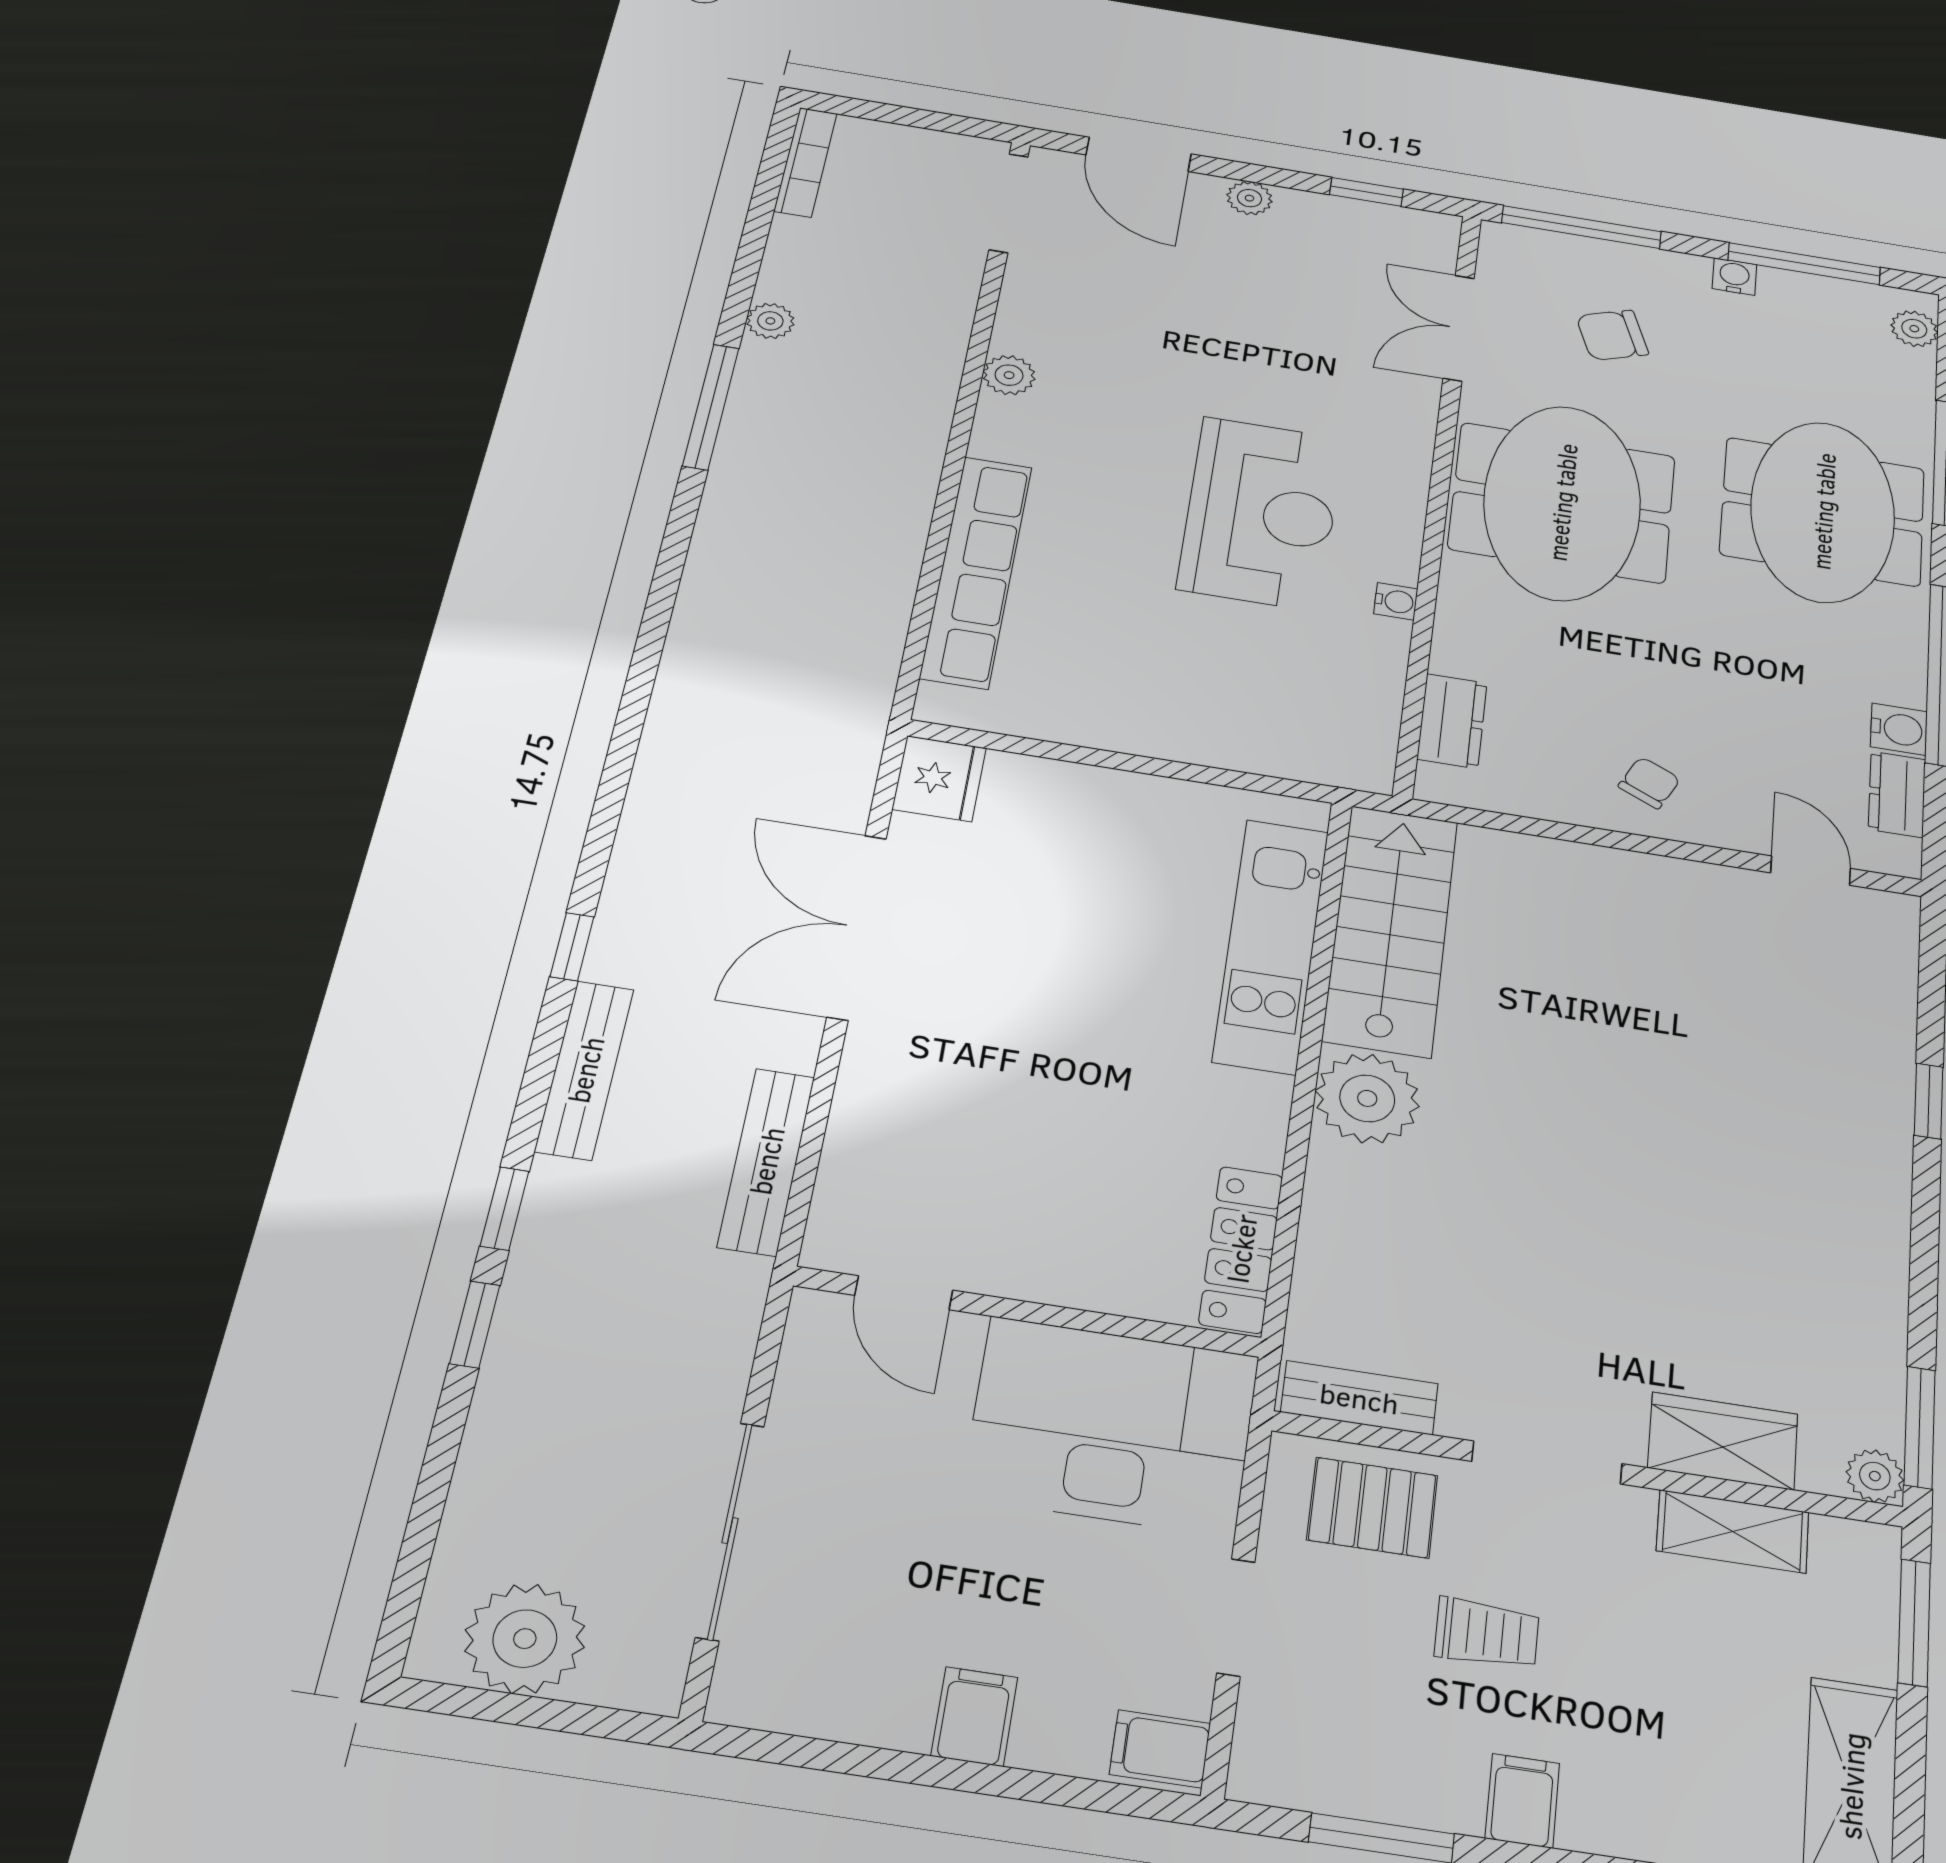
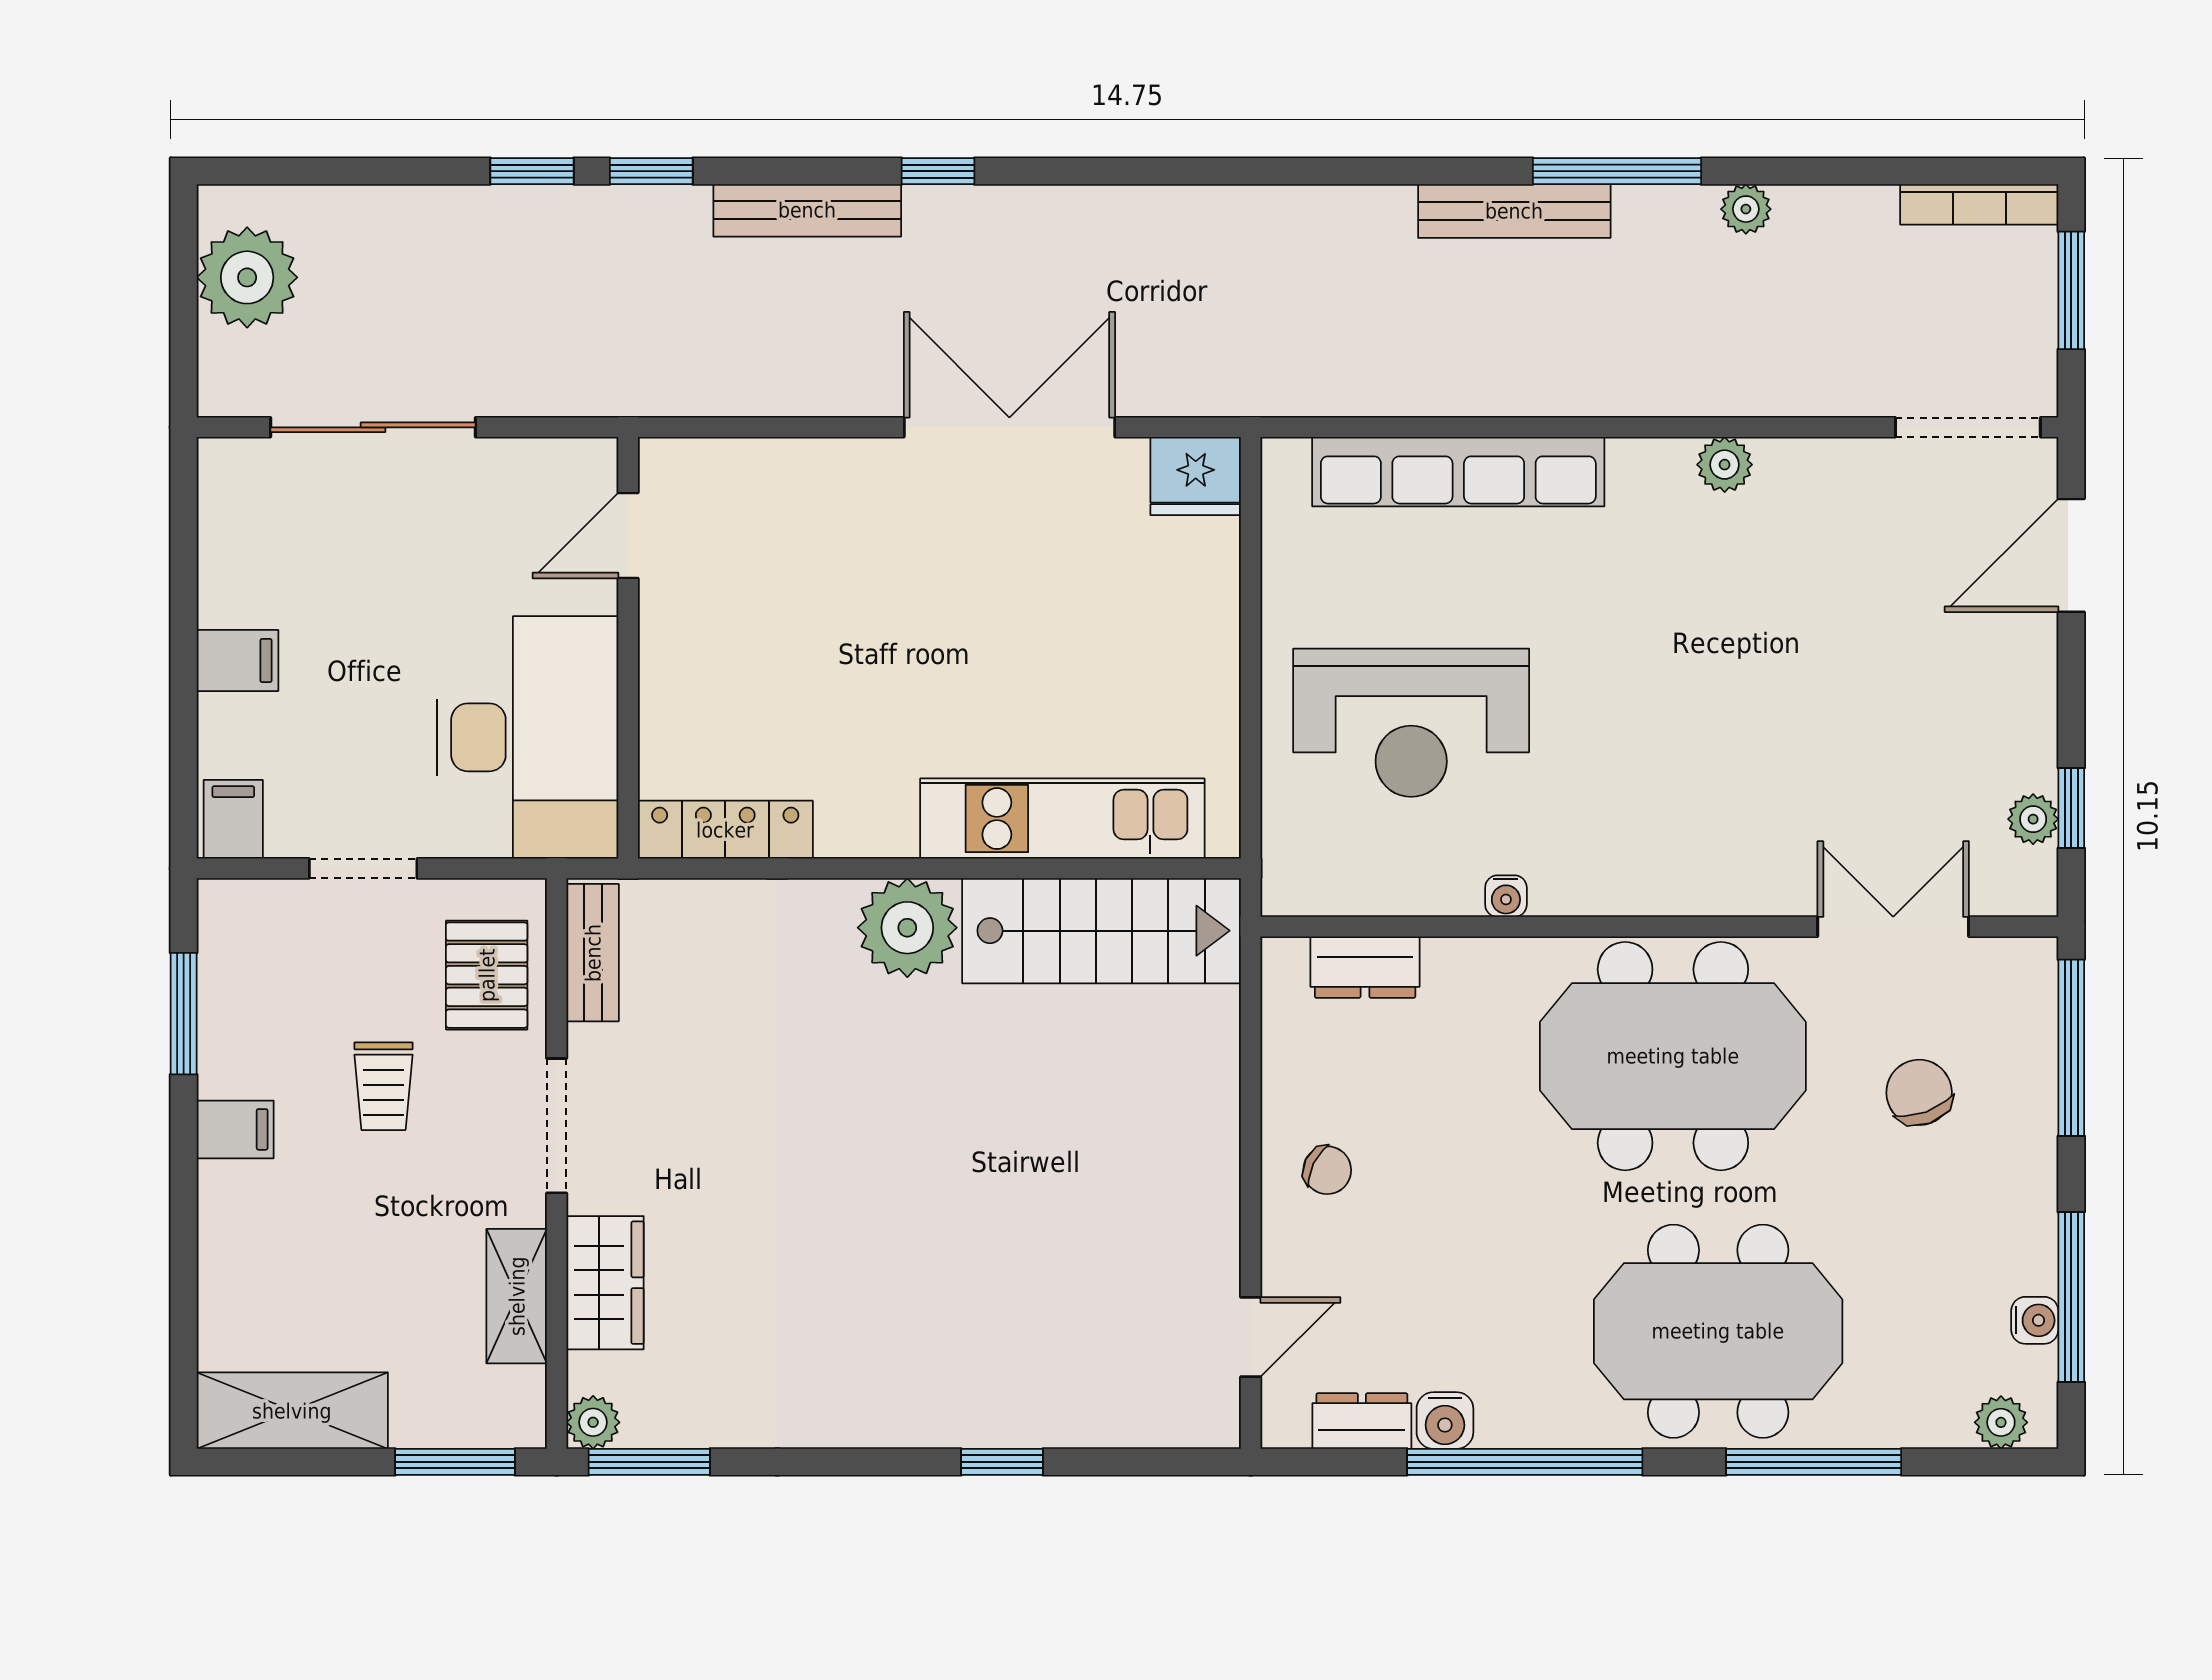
window: (899, 115) -> (2071, 290), added
plant: (1249, 198) -> (2033, 819), moved
water cooler: (1734, 277) -> (2035, 1320), moved
reception desk: (1261, 513) -> (1411, 723), moved
bench: (766, 1161) -> (1514, 211), moved

